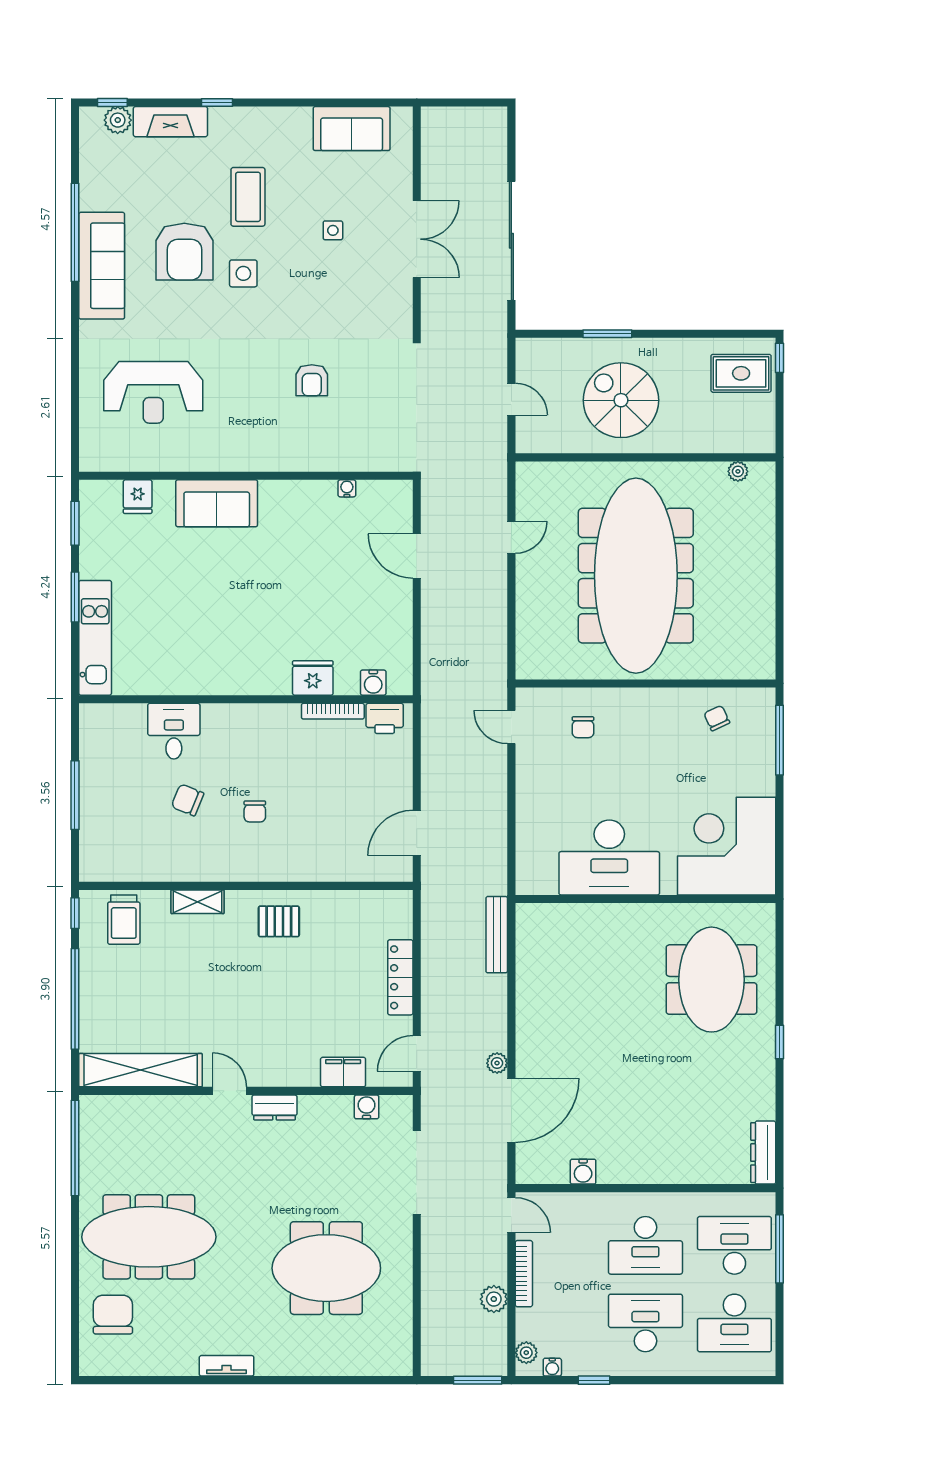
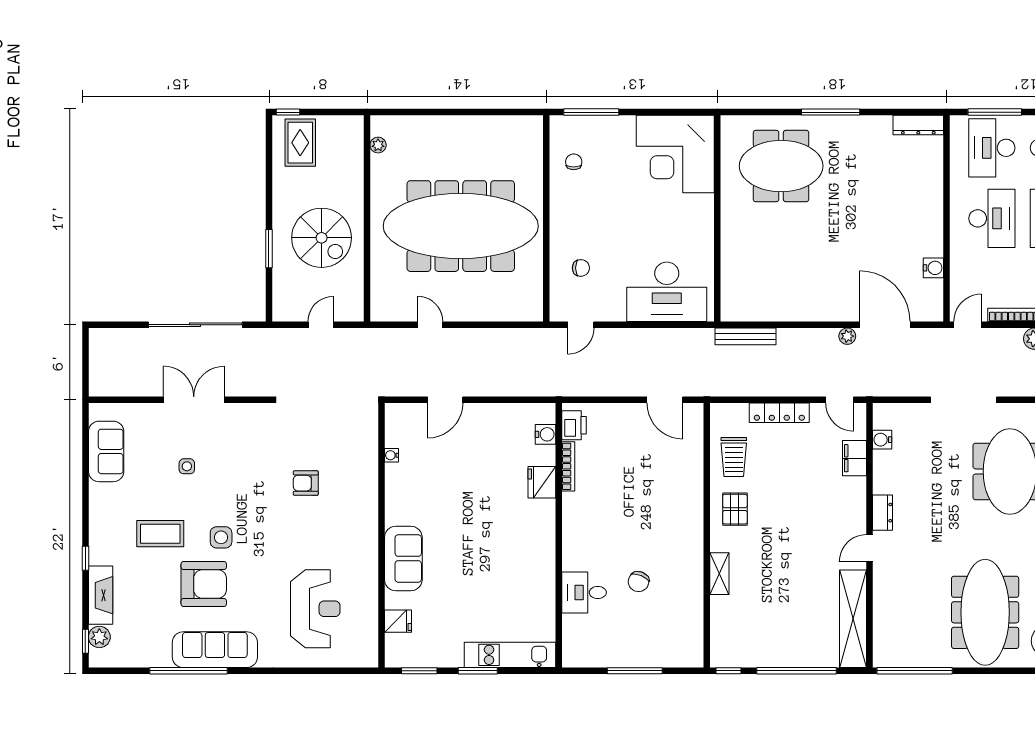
armchair: (312, 380) -> (306, 483), turned 180
spiral stairs: (621, 400) -> (322, 238), turned -90
chair: (717, 718) -> (574, 162), turned 115
chair: (255, 811) -> (648, 528), removed
desk: (609, 857) -> (667, 292), moved, turned 90
trolley: (124, 920) -> (734, 457), moved, turned 90
window: (780, 1042) -> (831, 112), width x2.17
doorway: (417, 1172) -> (964, 400), moved

